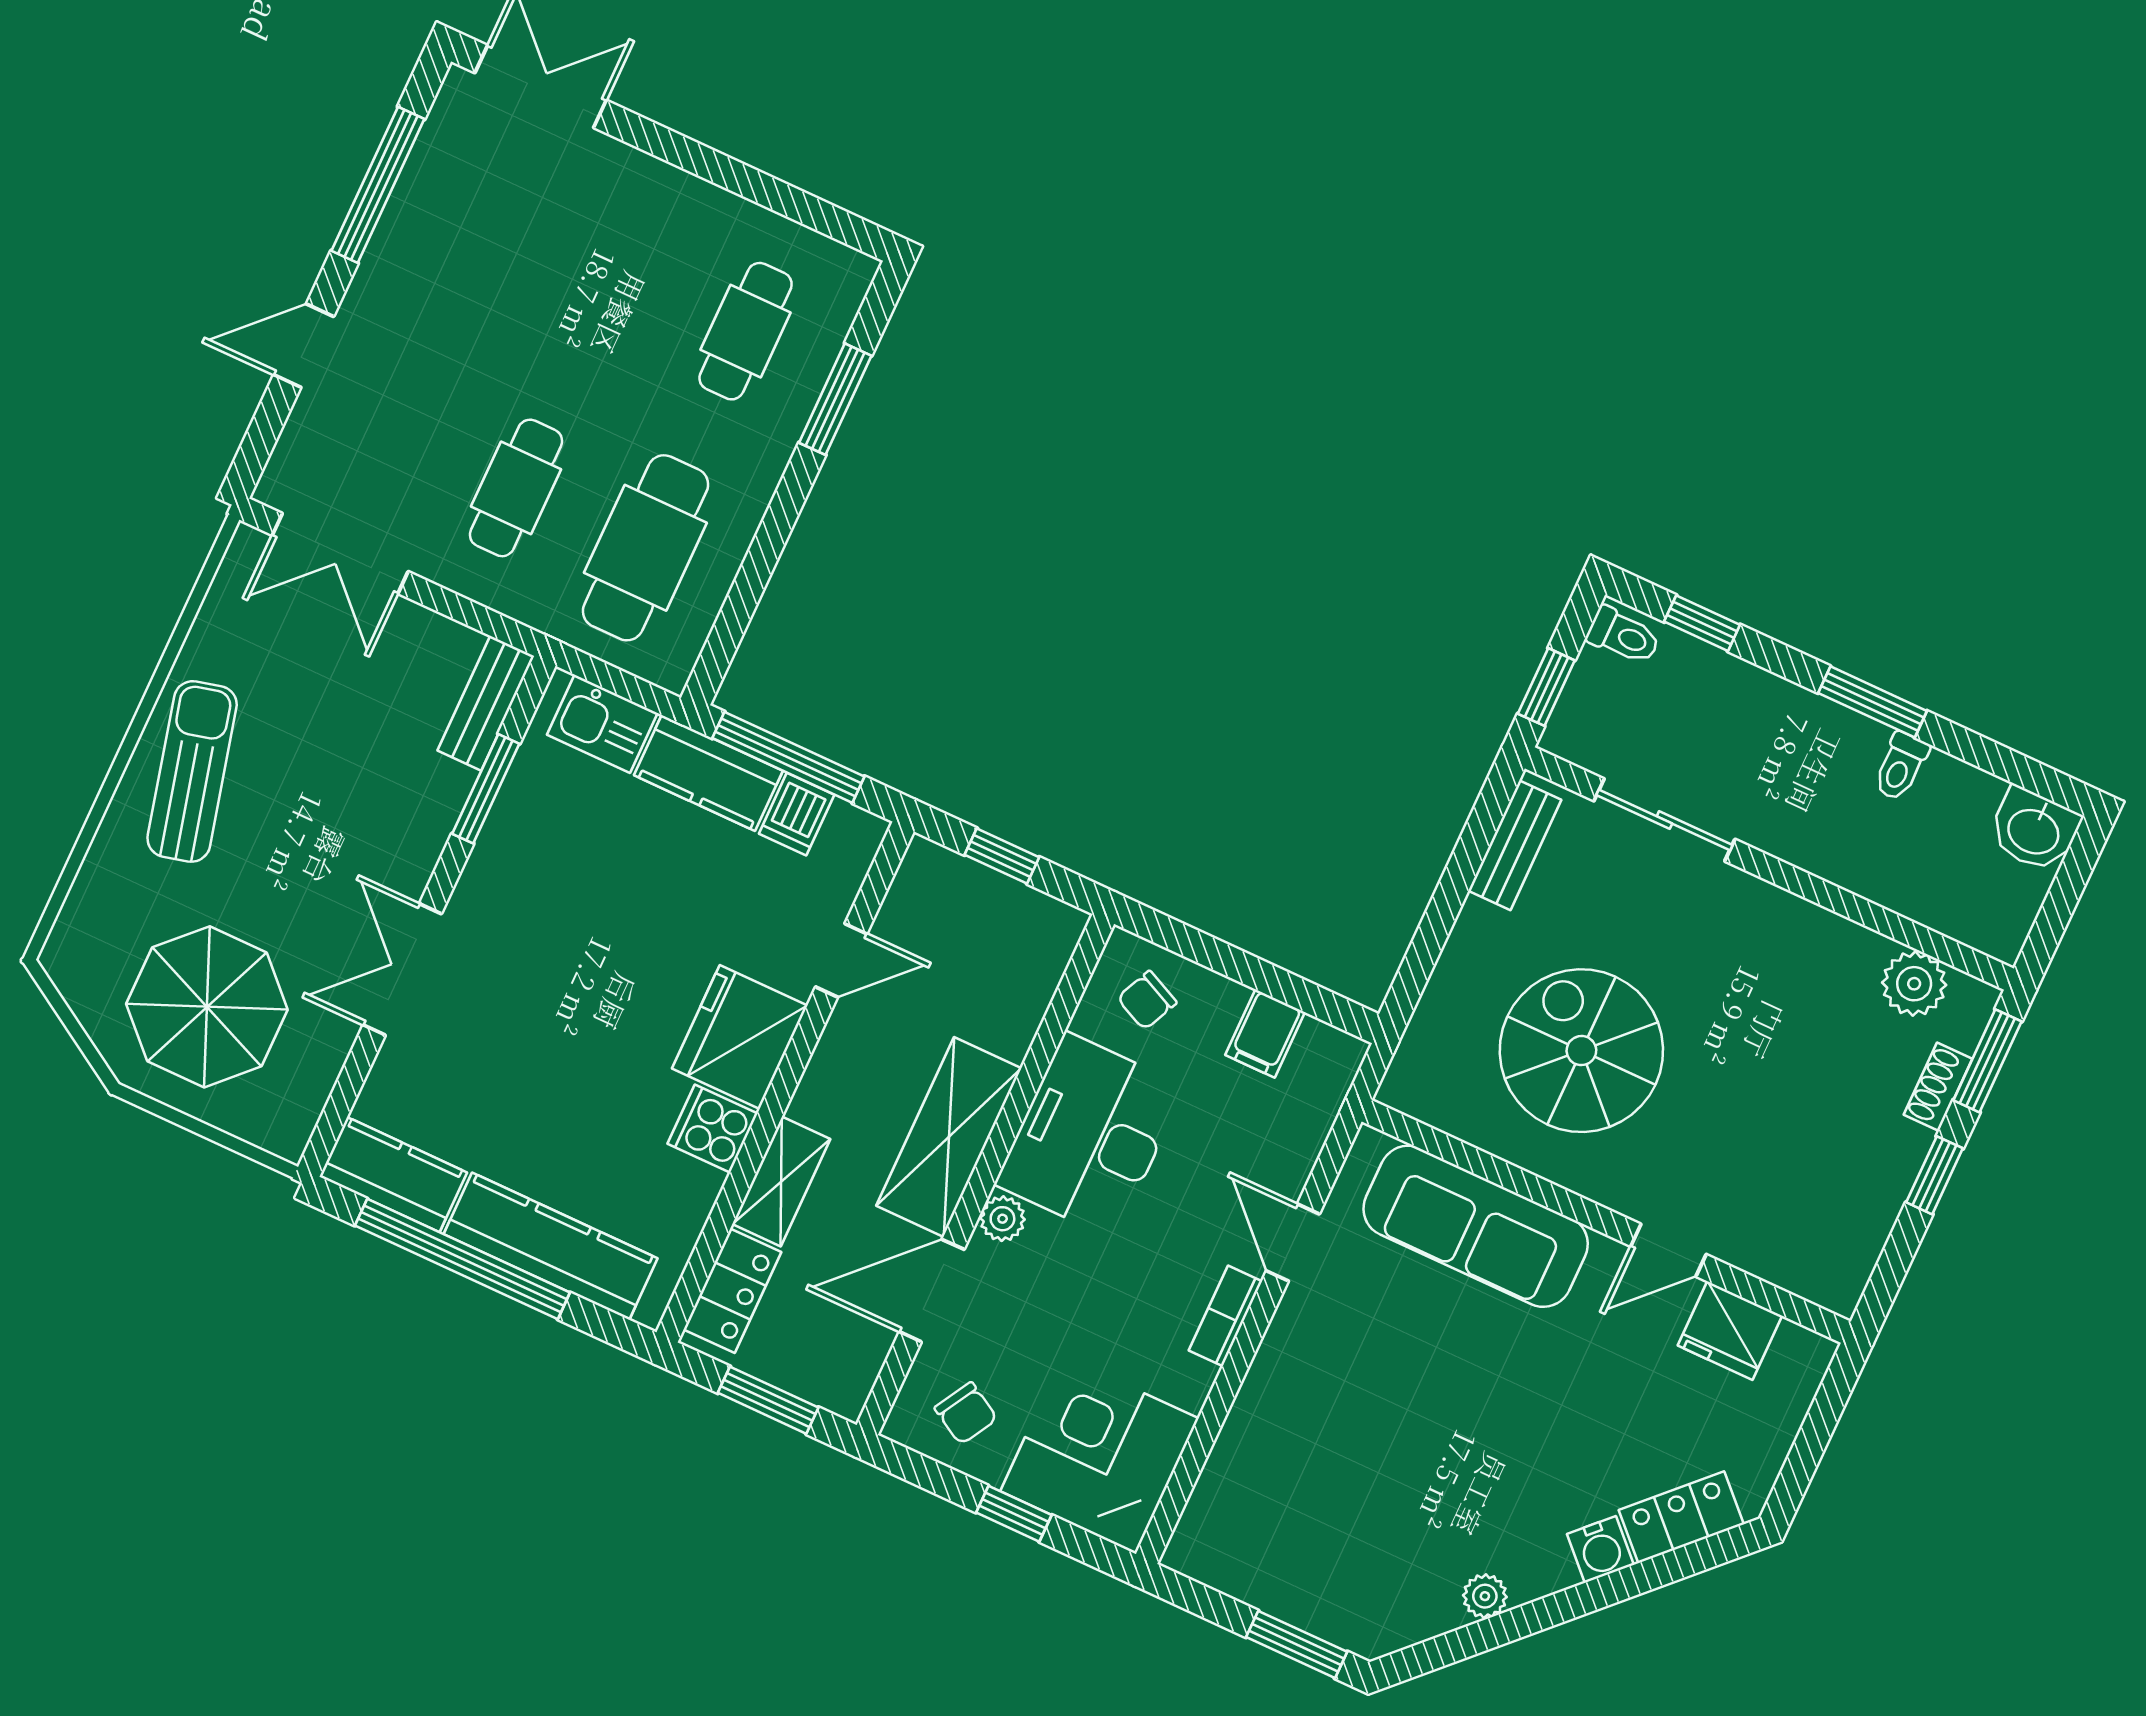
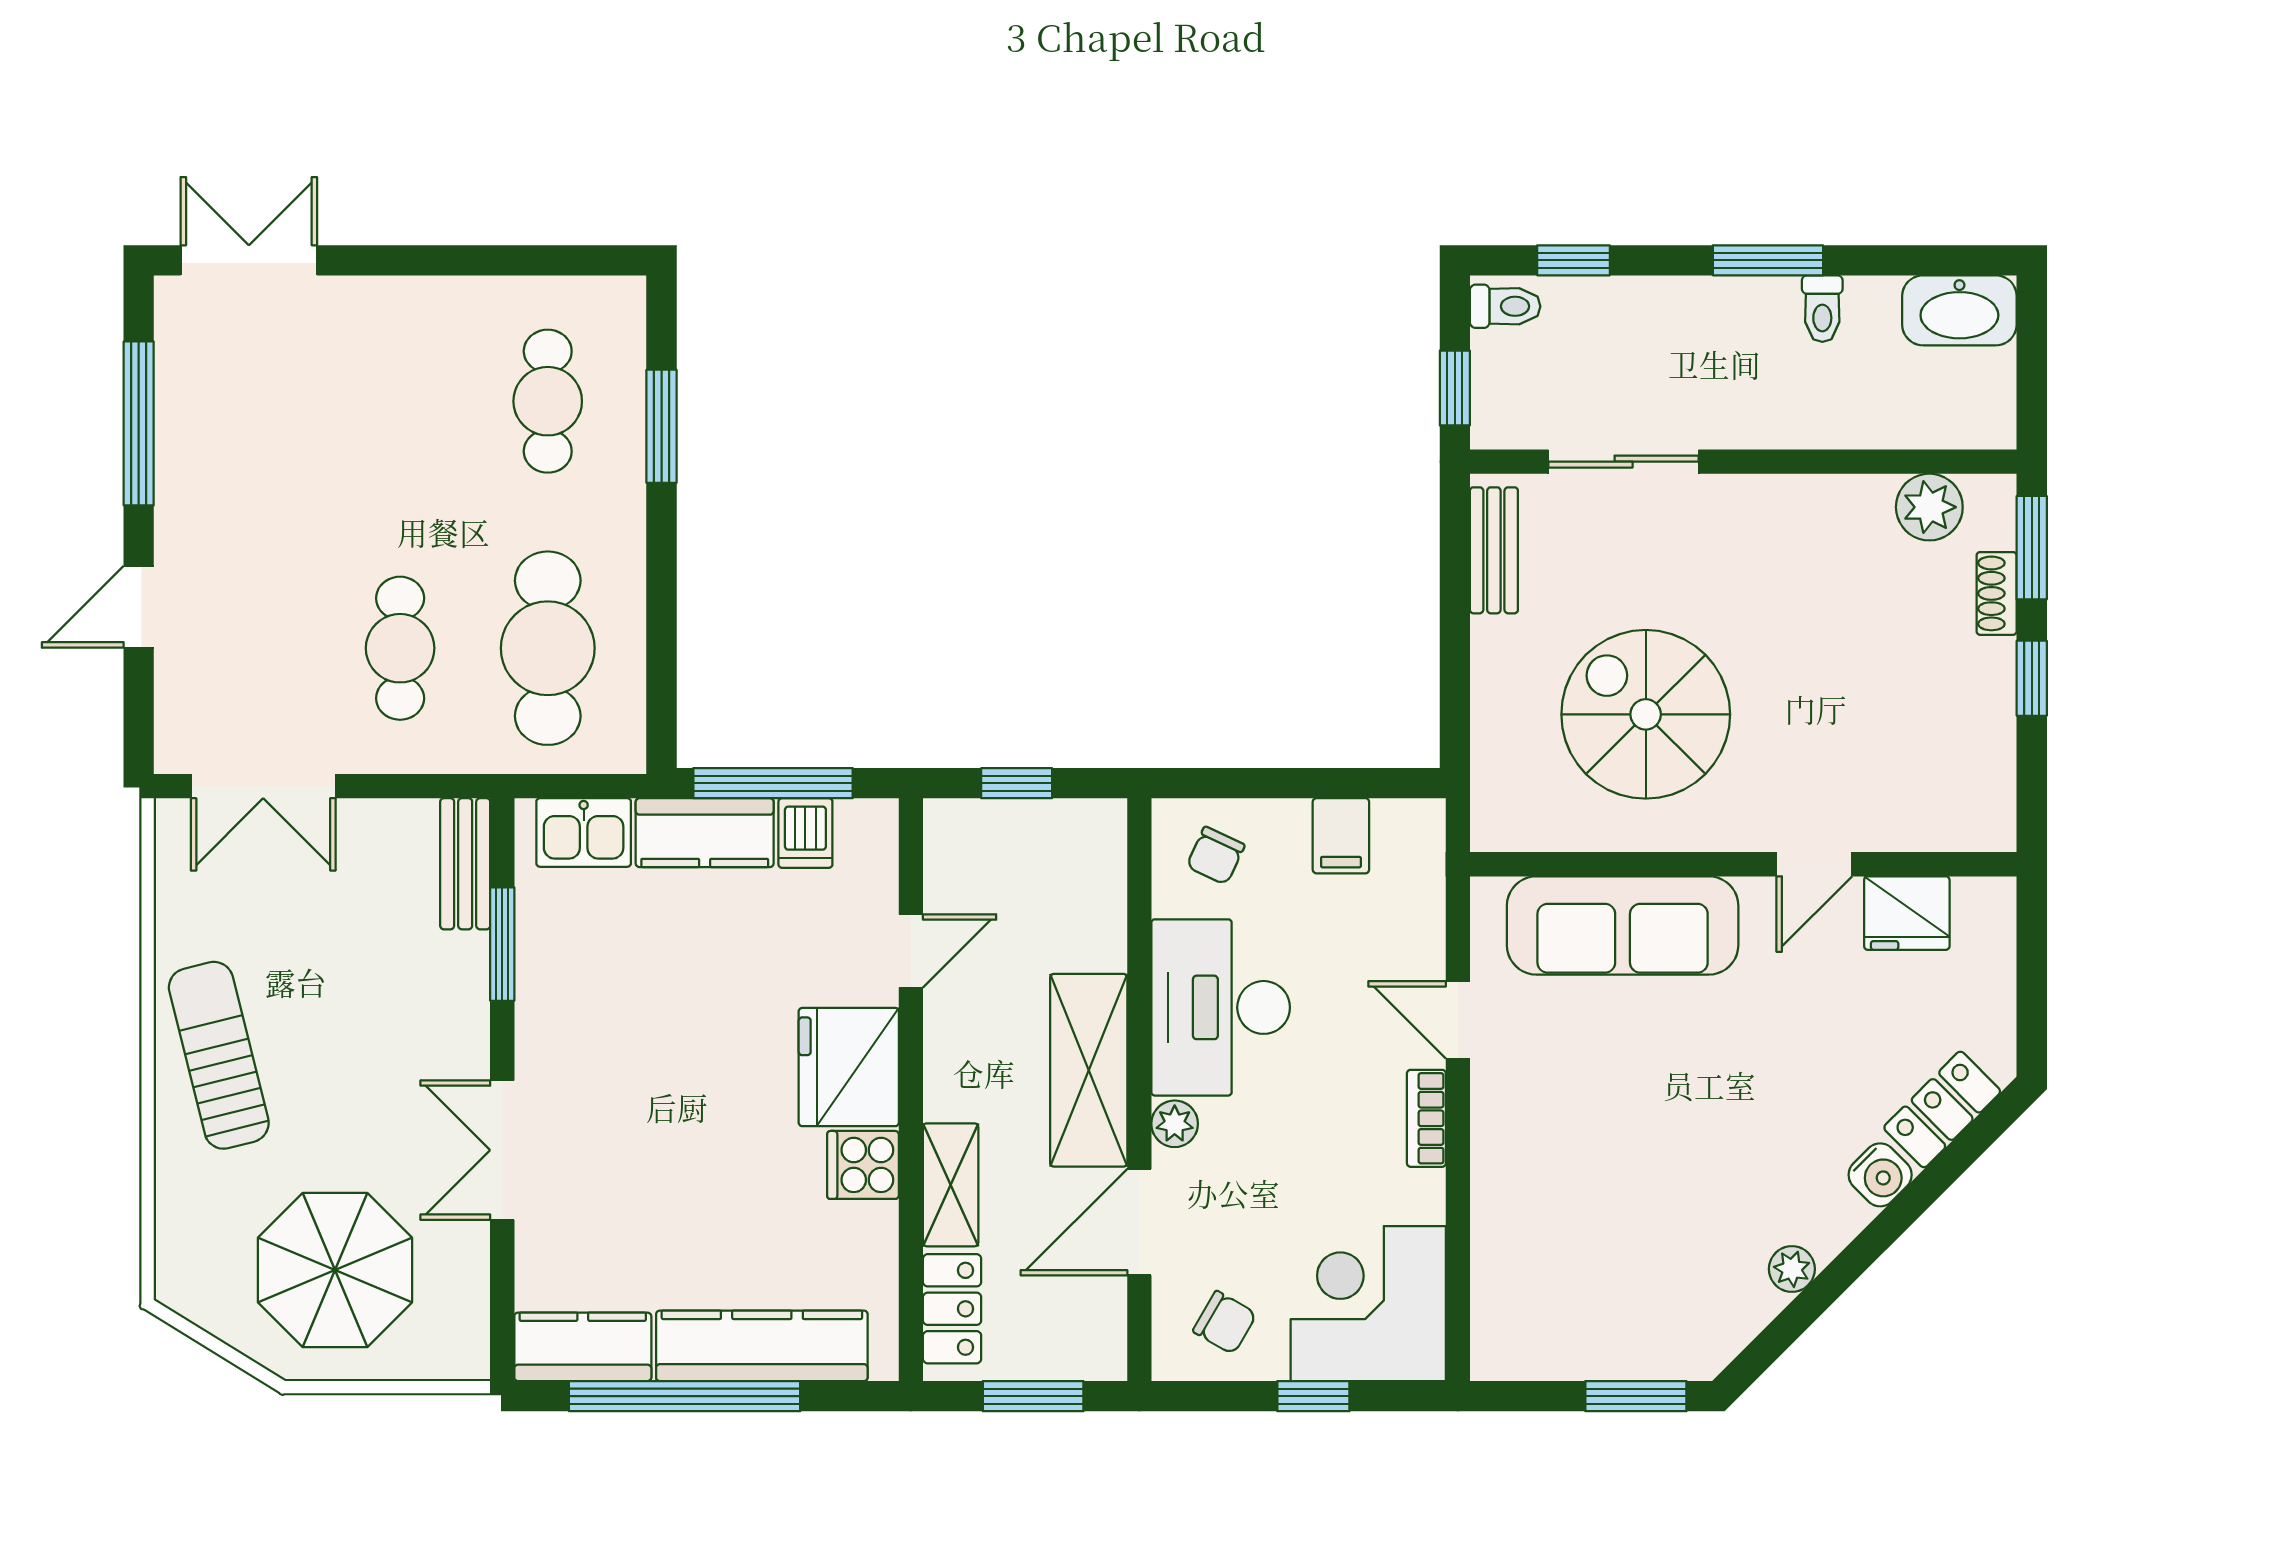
washbasin: (2034, 830) -> (1959, 310), width x1.38

